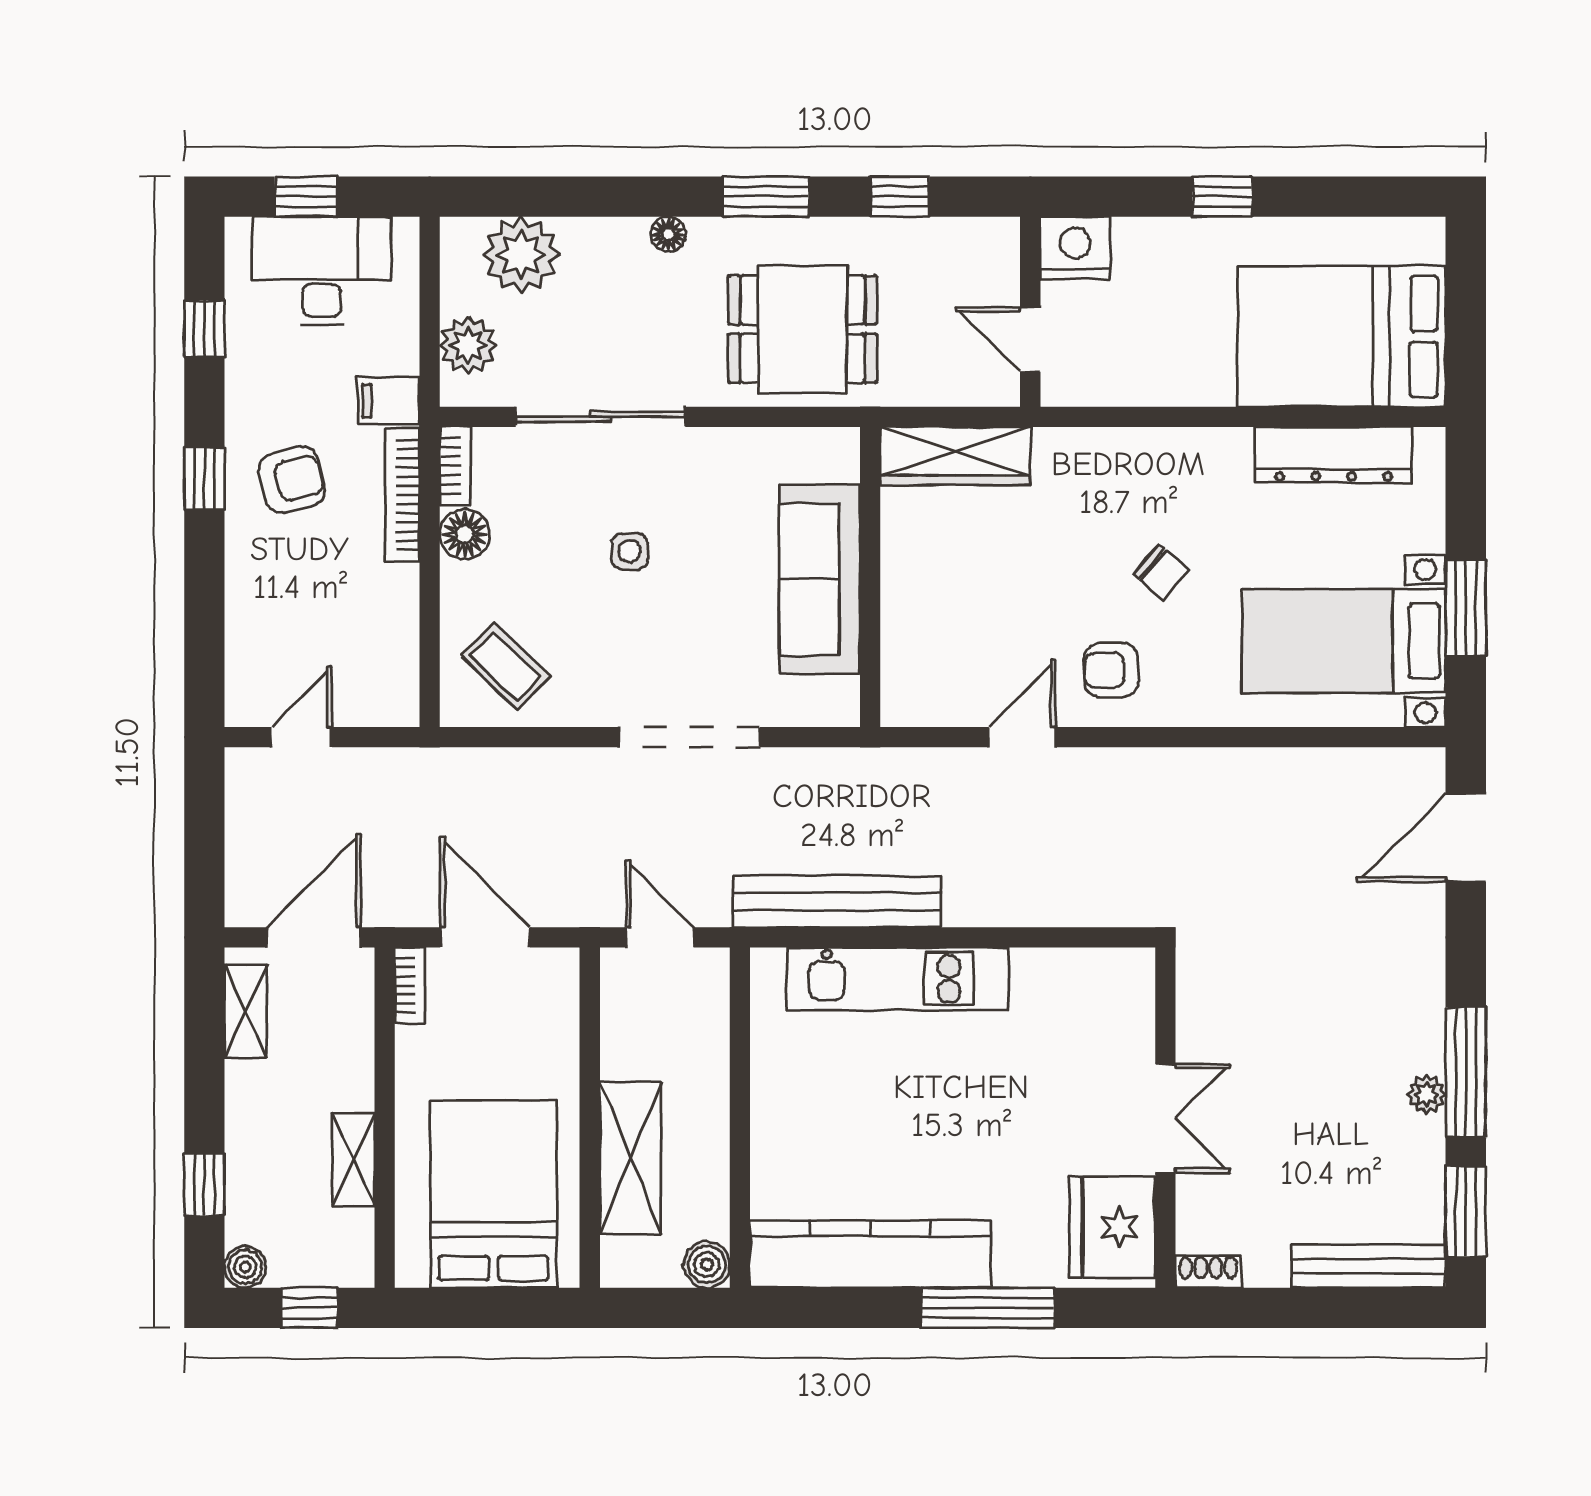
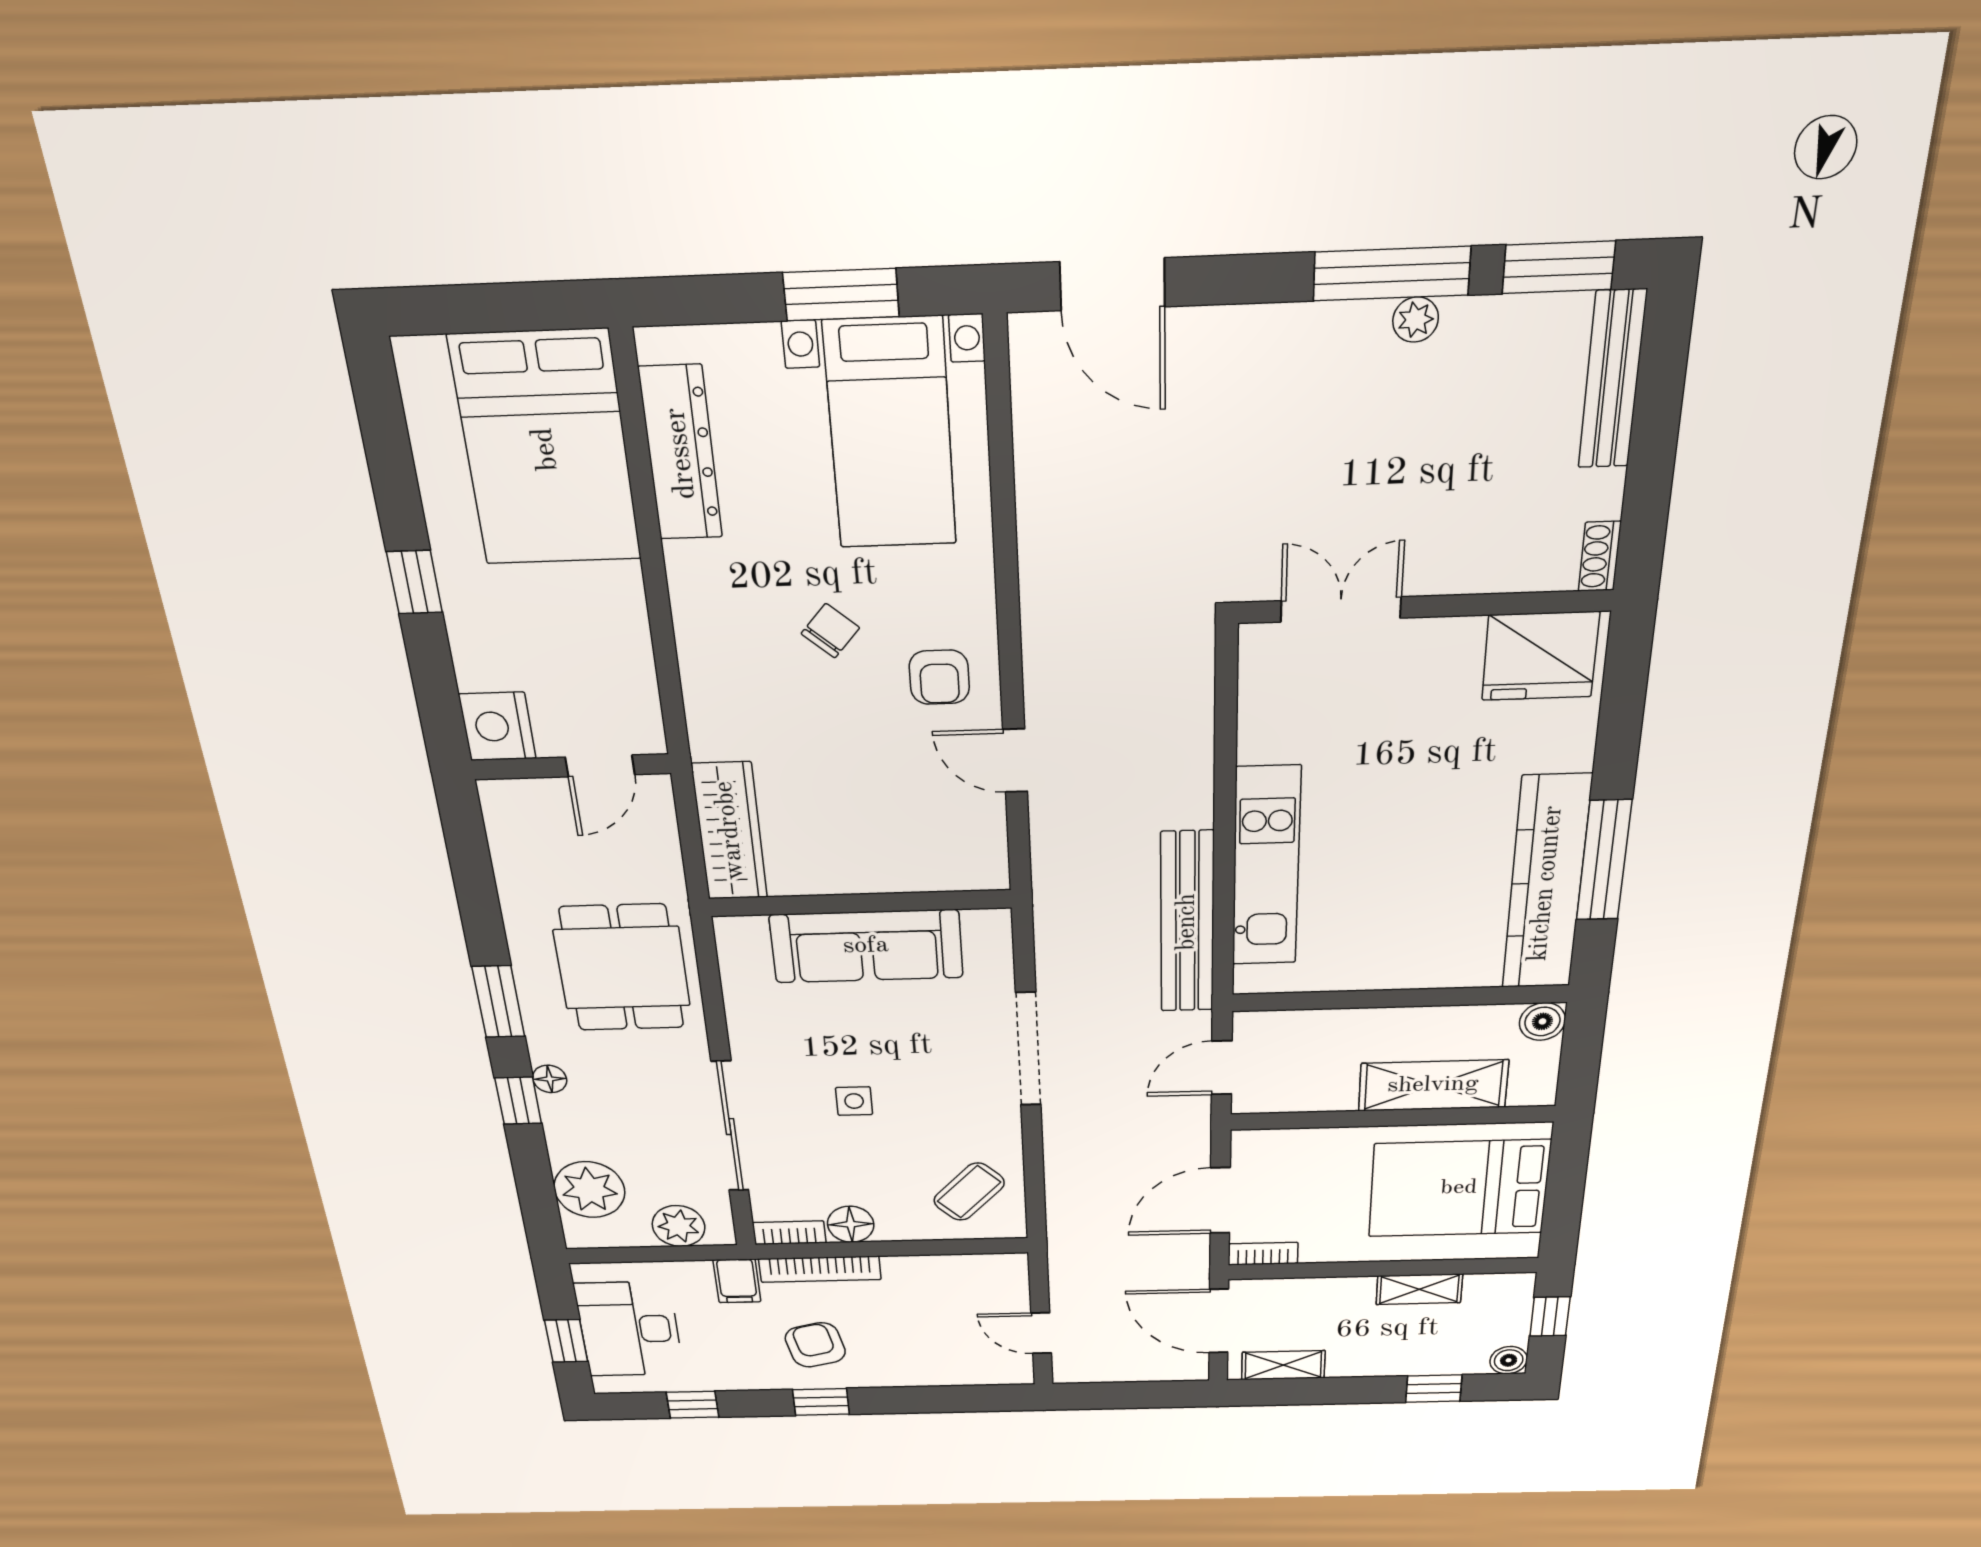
window: (900, 197) -> (518, 1101), moved
double door: (1165, 1119) -> (1341, 609), moved
window: (988, 1308) -> (1604, 860), moved

